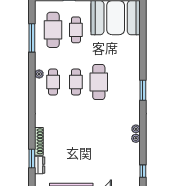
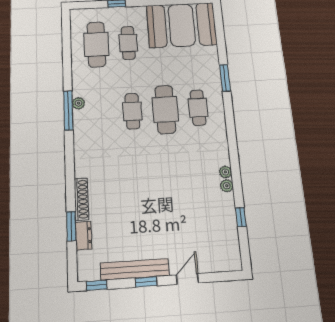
window: (32, 38) -> (68, 110), moved
cafe table: (53, 82) -> (198, 108), moved
window: (143, 90) -> (225, 78), moved
window: (143, 171) -> (241, 217), moved

